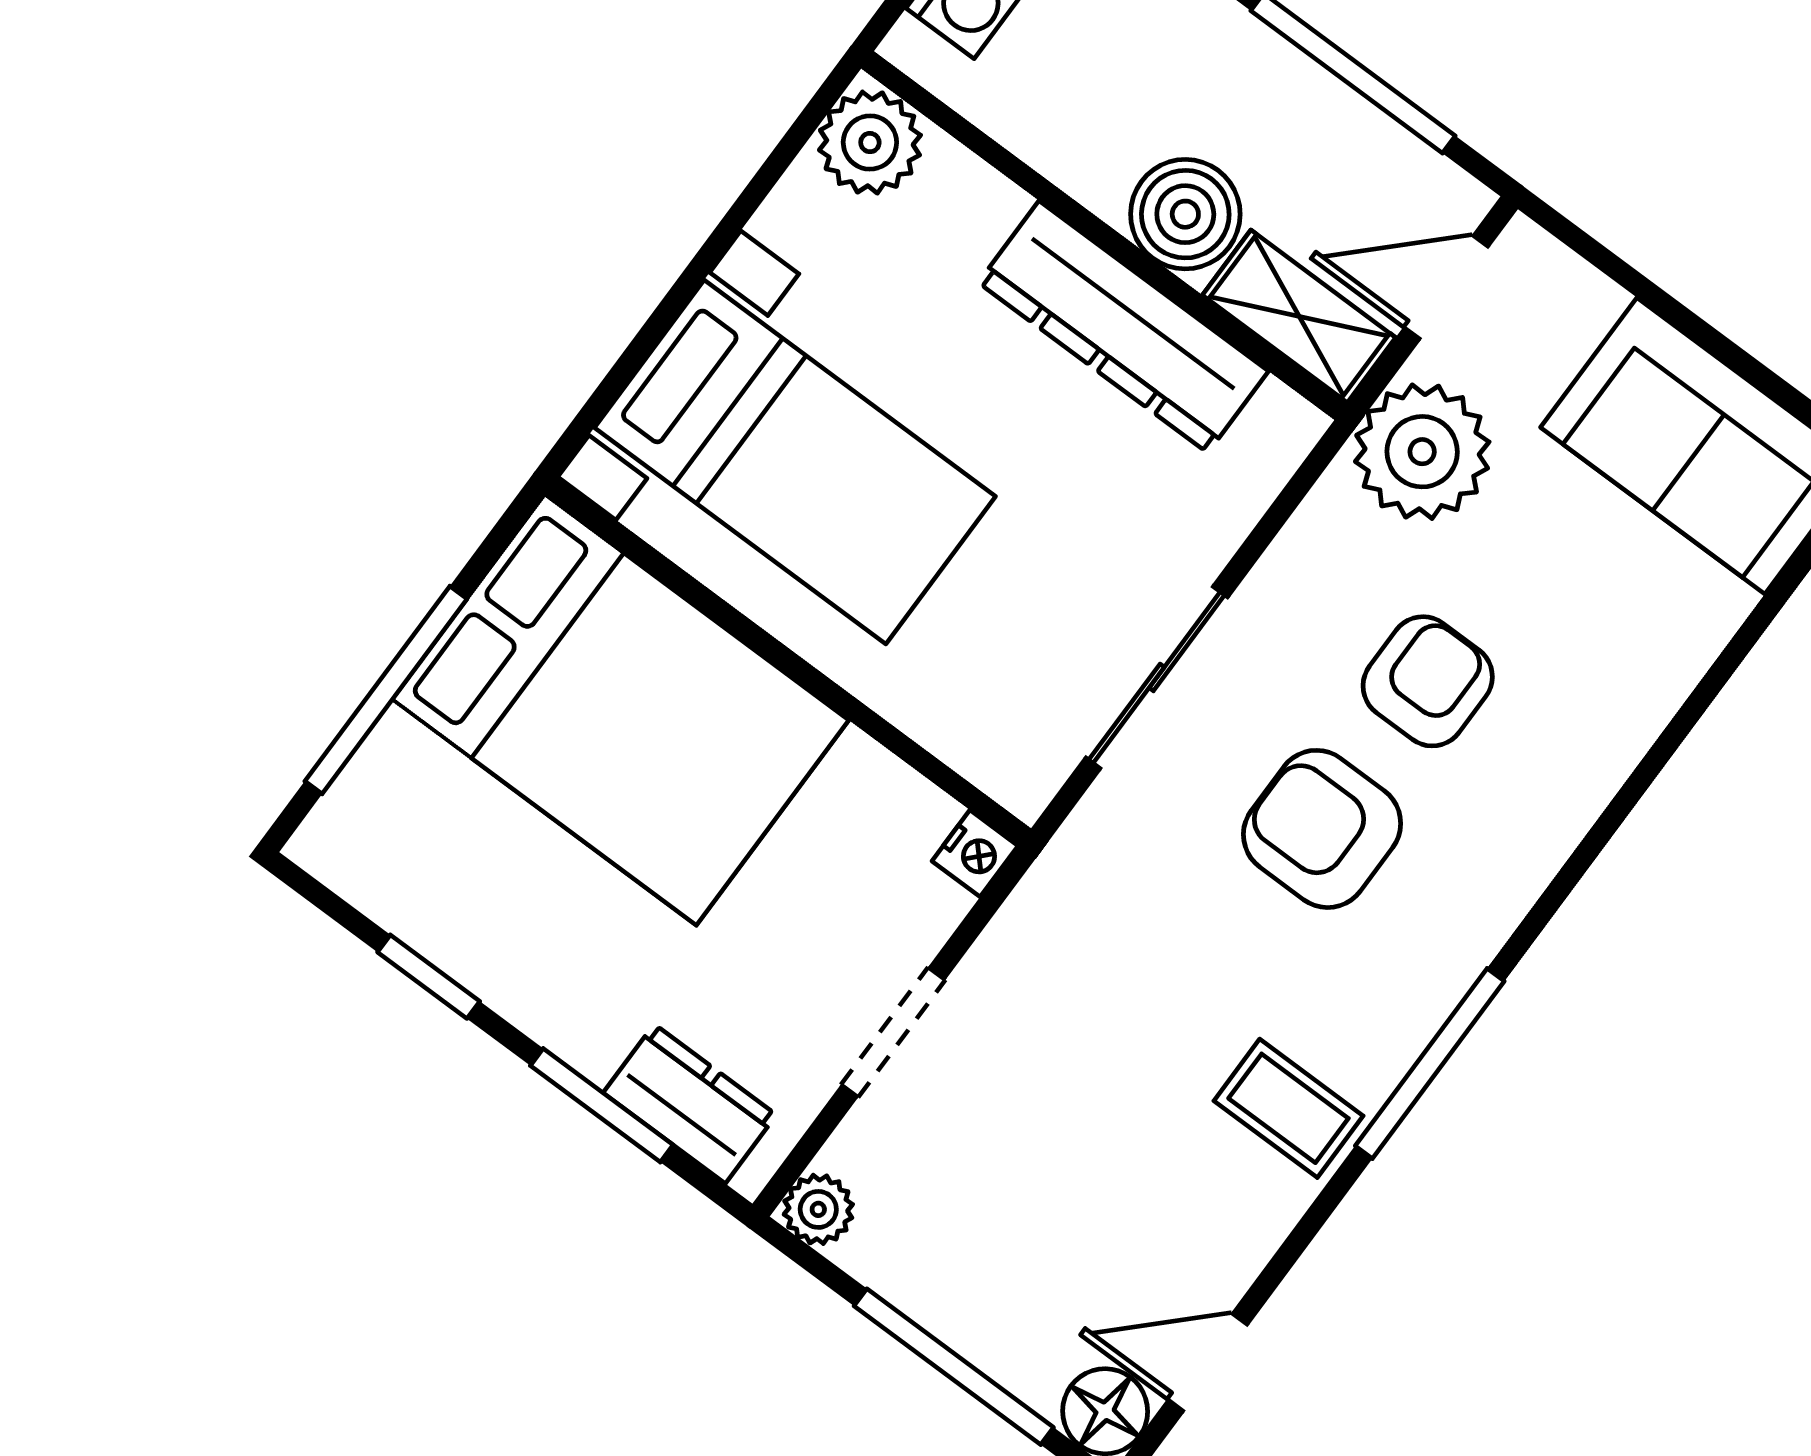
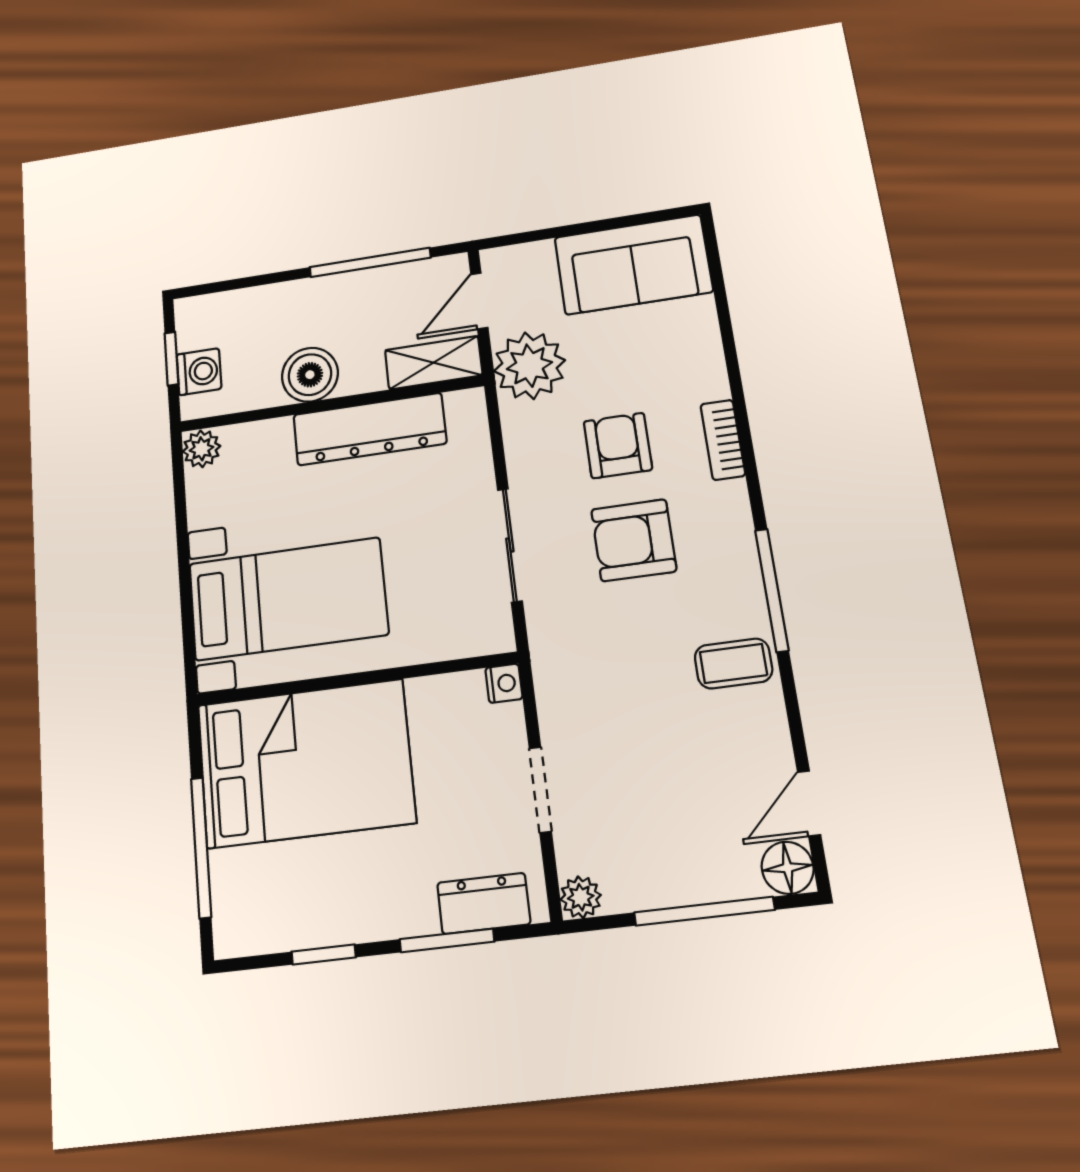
plant: (870, 143) -> (201, 449), width x0.73, depth x0.73
boiler: (1185, 214) -> (310, 375), moved
bookcase: (1569, 809) -> (723, 440), added

